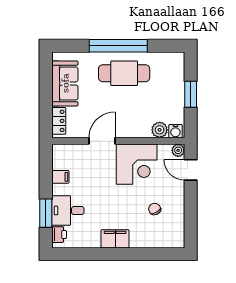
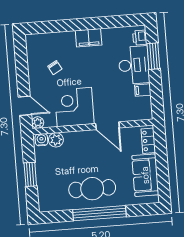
door: (102, 141) -> (107, 126), hinge flipped
desk: (68, 210) -> (134, 65), width x1.37

